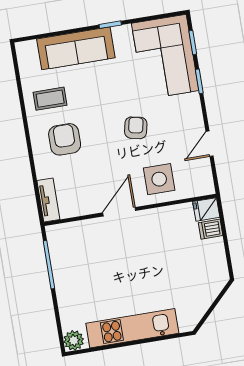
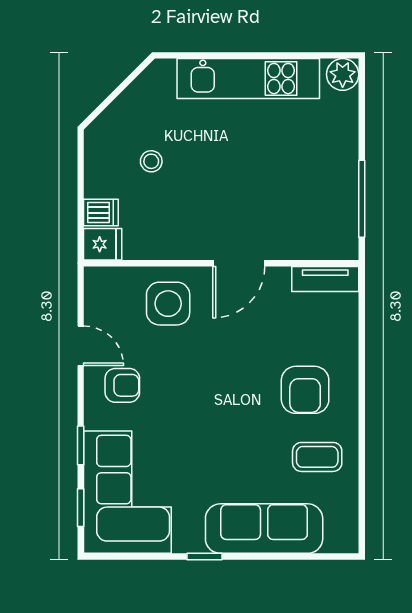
armchair: (136, 128) -> (122, 385), moved, turned -102
door: (210, 144) -> (81, 346), hinge flipped
tv unit: (48, 200) -> (325, 279), moved, turned -90
stool: (184, 266) -> (151, 161), added

